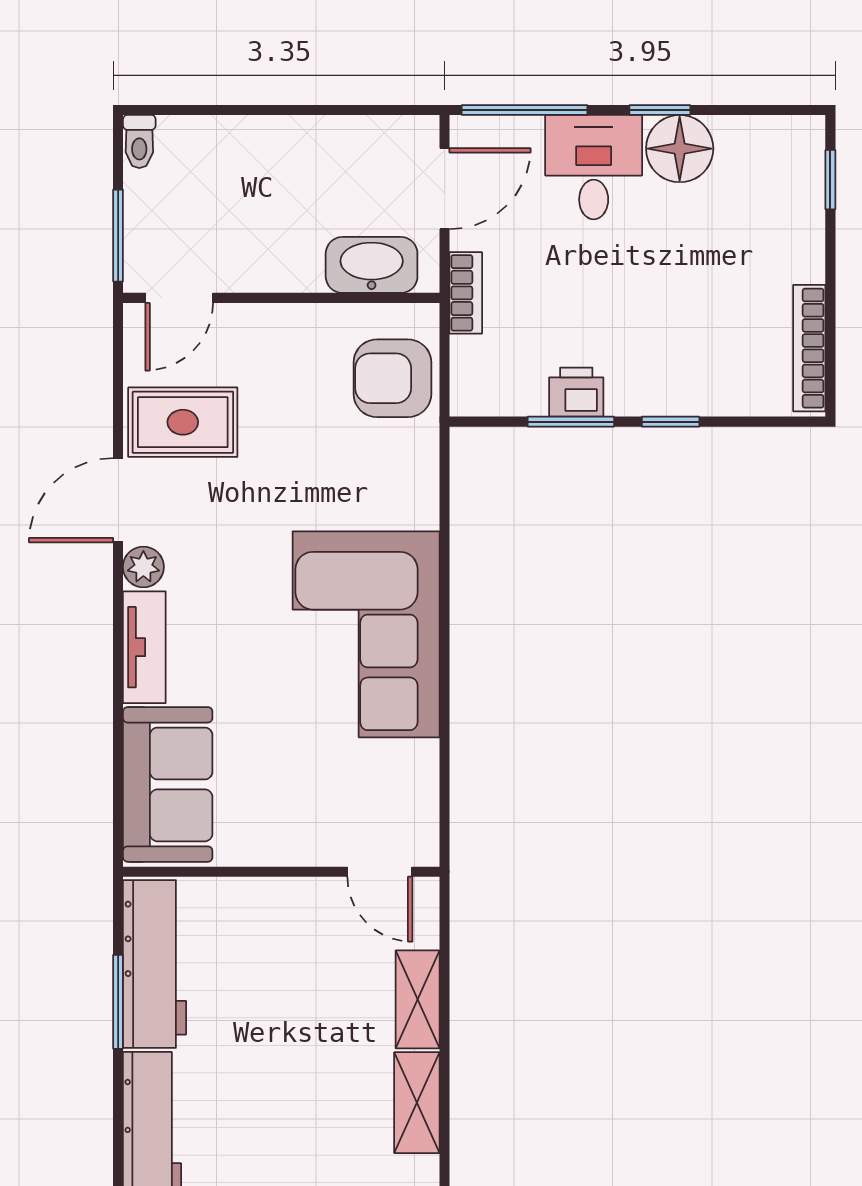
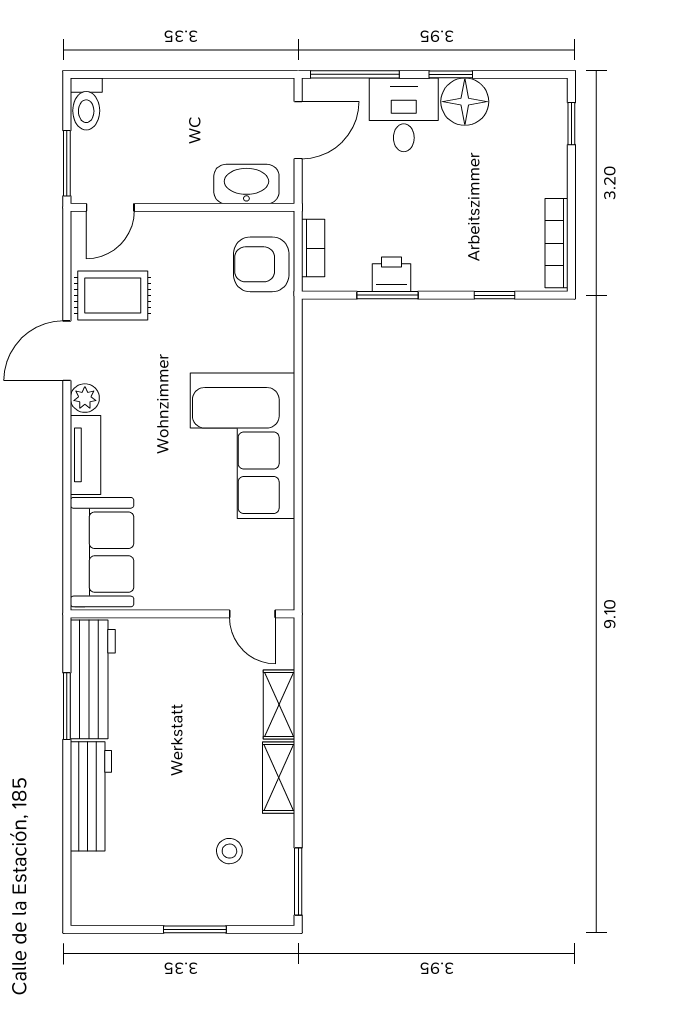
toilet: (139, 142) -> (86, 104), width x1.37, depth x1.39
bookcase: (466, 293) -> (313, 248), moved
window: (671, 422) -> (494, 295), moved

